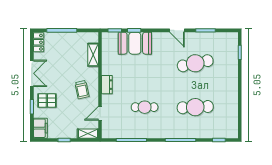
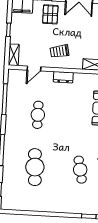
cafe table: (195, 63) -> (80, 170), width x0.73, depth x0.74
door: (100, 113) -> (34, 68), swing flipped

